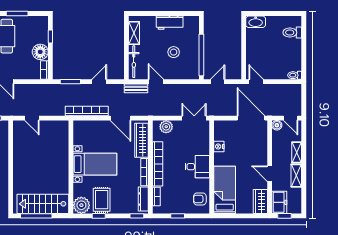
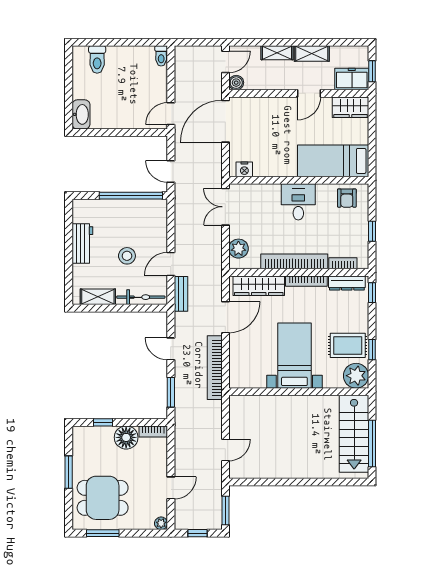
stool: (174, 52) -> (127, 256), moved
nightstand: (219, 146) -> (244, 169), moved

